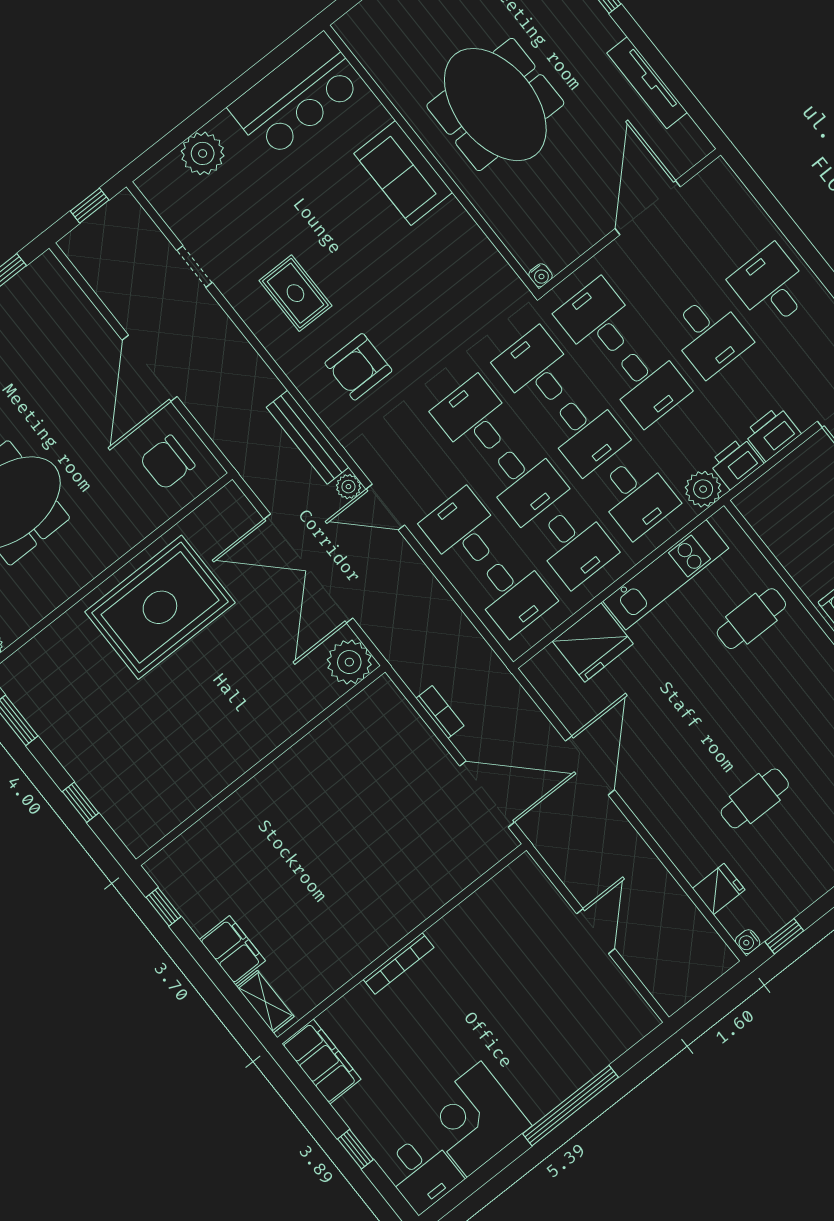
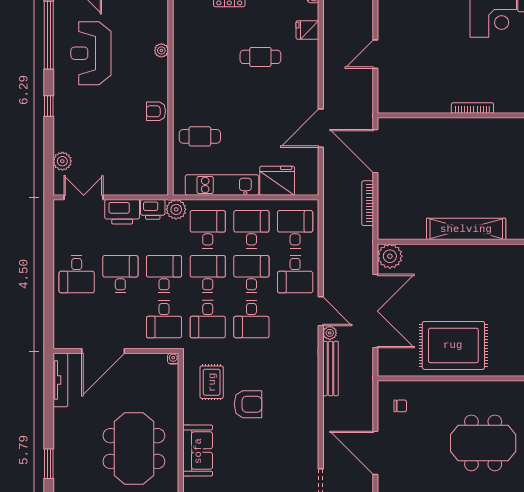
tv unit: (647, 83) -> (60, 380), moved
rug: (295, 293) -> (212, 382), moved
armchair: (358, 367) -> (248, 404), moved
door: (150, 368) -> (375, 453), swing flipped
printer: (772, 433) -> (122, 212), width x1.37, depth x1.19
chair: (167, 462) -> (400, 406), width x0.54, depth x0.54
bookcase: (440, 712) -> (368, 203), width x1.56
shelving: (272, 786) -> (466, 229), added

